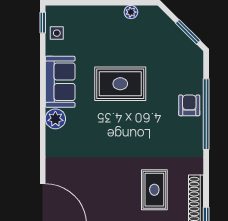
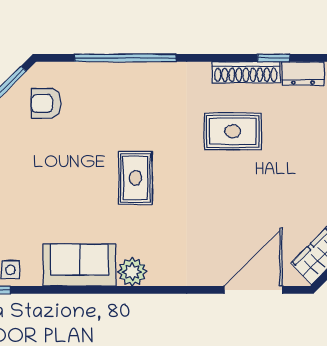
rug: (120, 84) -> (135, 178), moved, width x0.73, depth x0.70
armchair: (189, 105) -> (46, 103), moved

